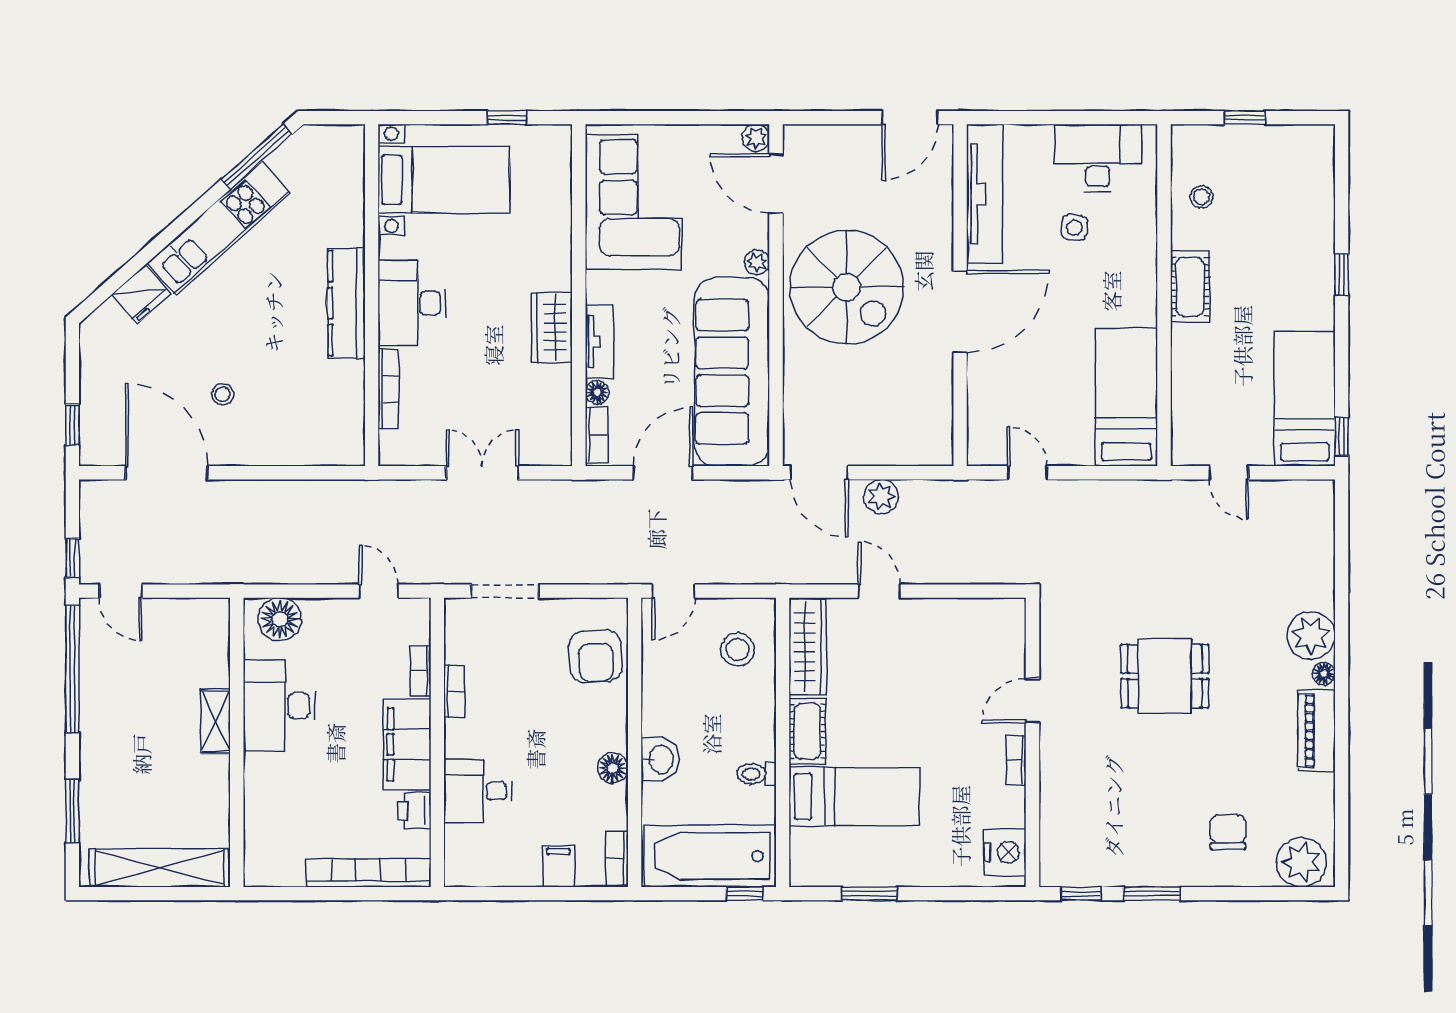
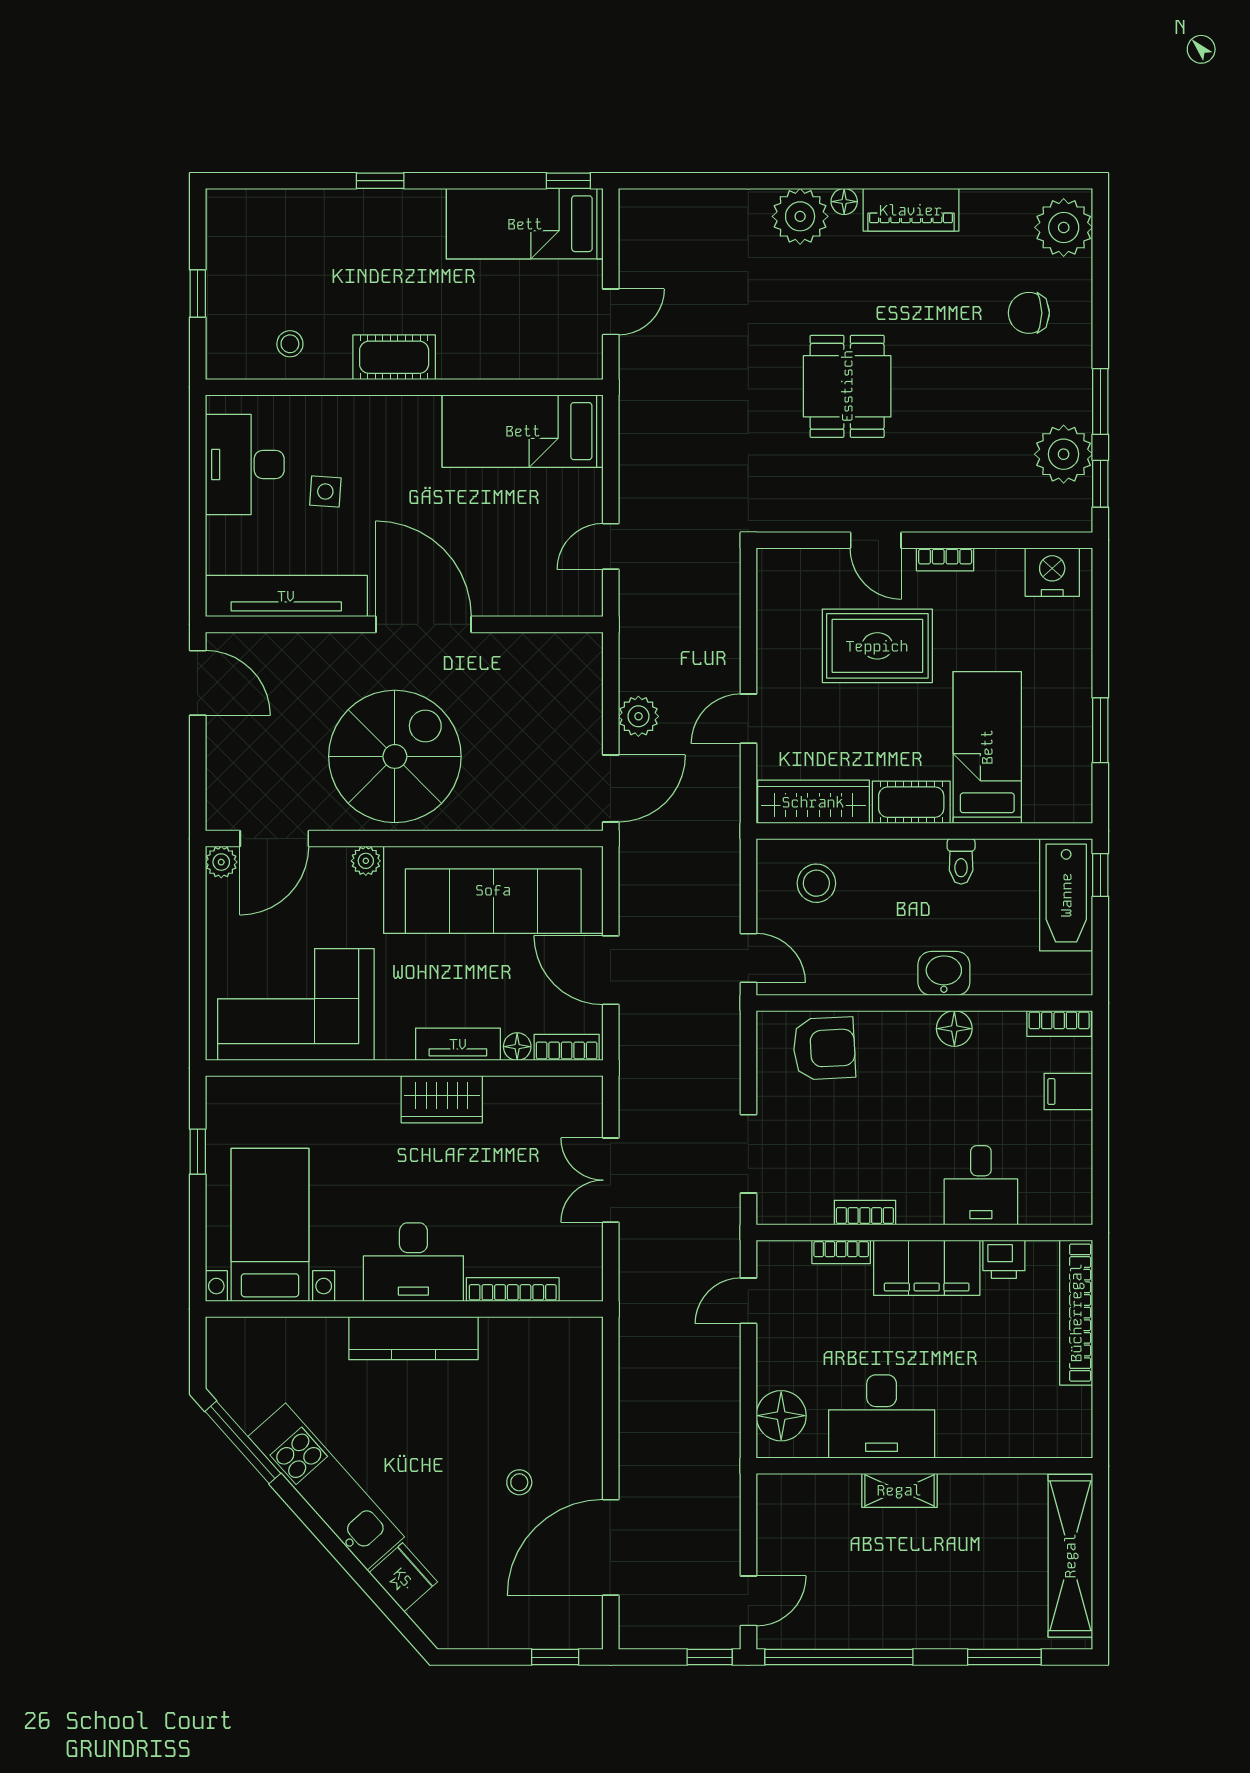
rug: (942, 702) -> (877, 646), added
bathtub: (710, 856) -> (1066, 895), width x0.73, depth x0.73
plant: (1107, 862) -> (1064, 454), added

